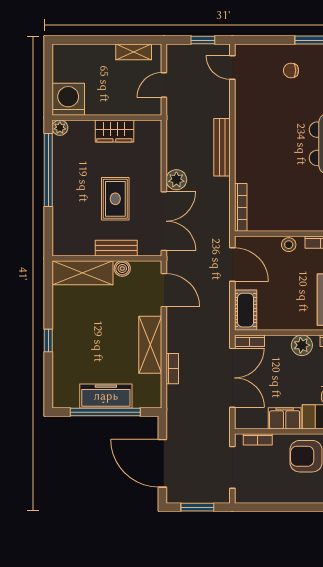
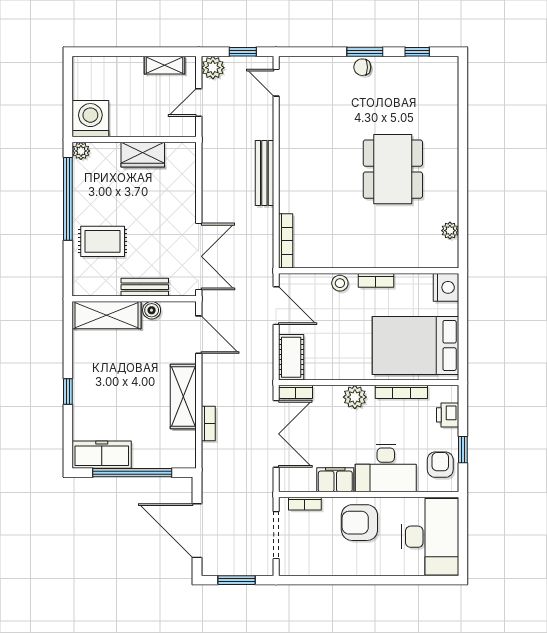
chair: (291, 70) -> (362, 67), moved
plant: (176, 180) -> (213, 68), moved
rug: (115, 199) -> (103, 241), moved, turned 90
freezer: (106, 396) -> (102, 455), moved

